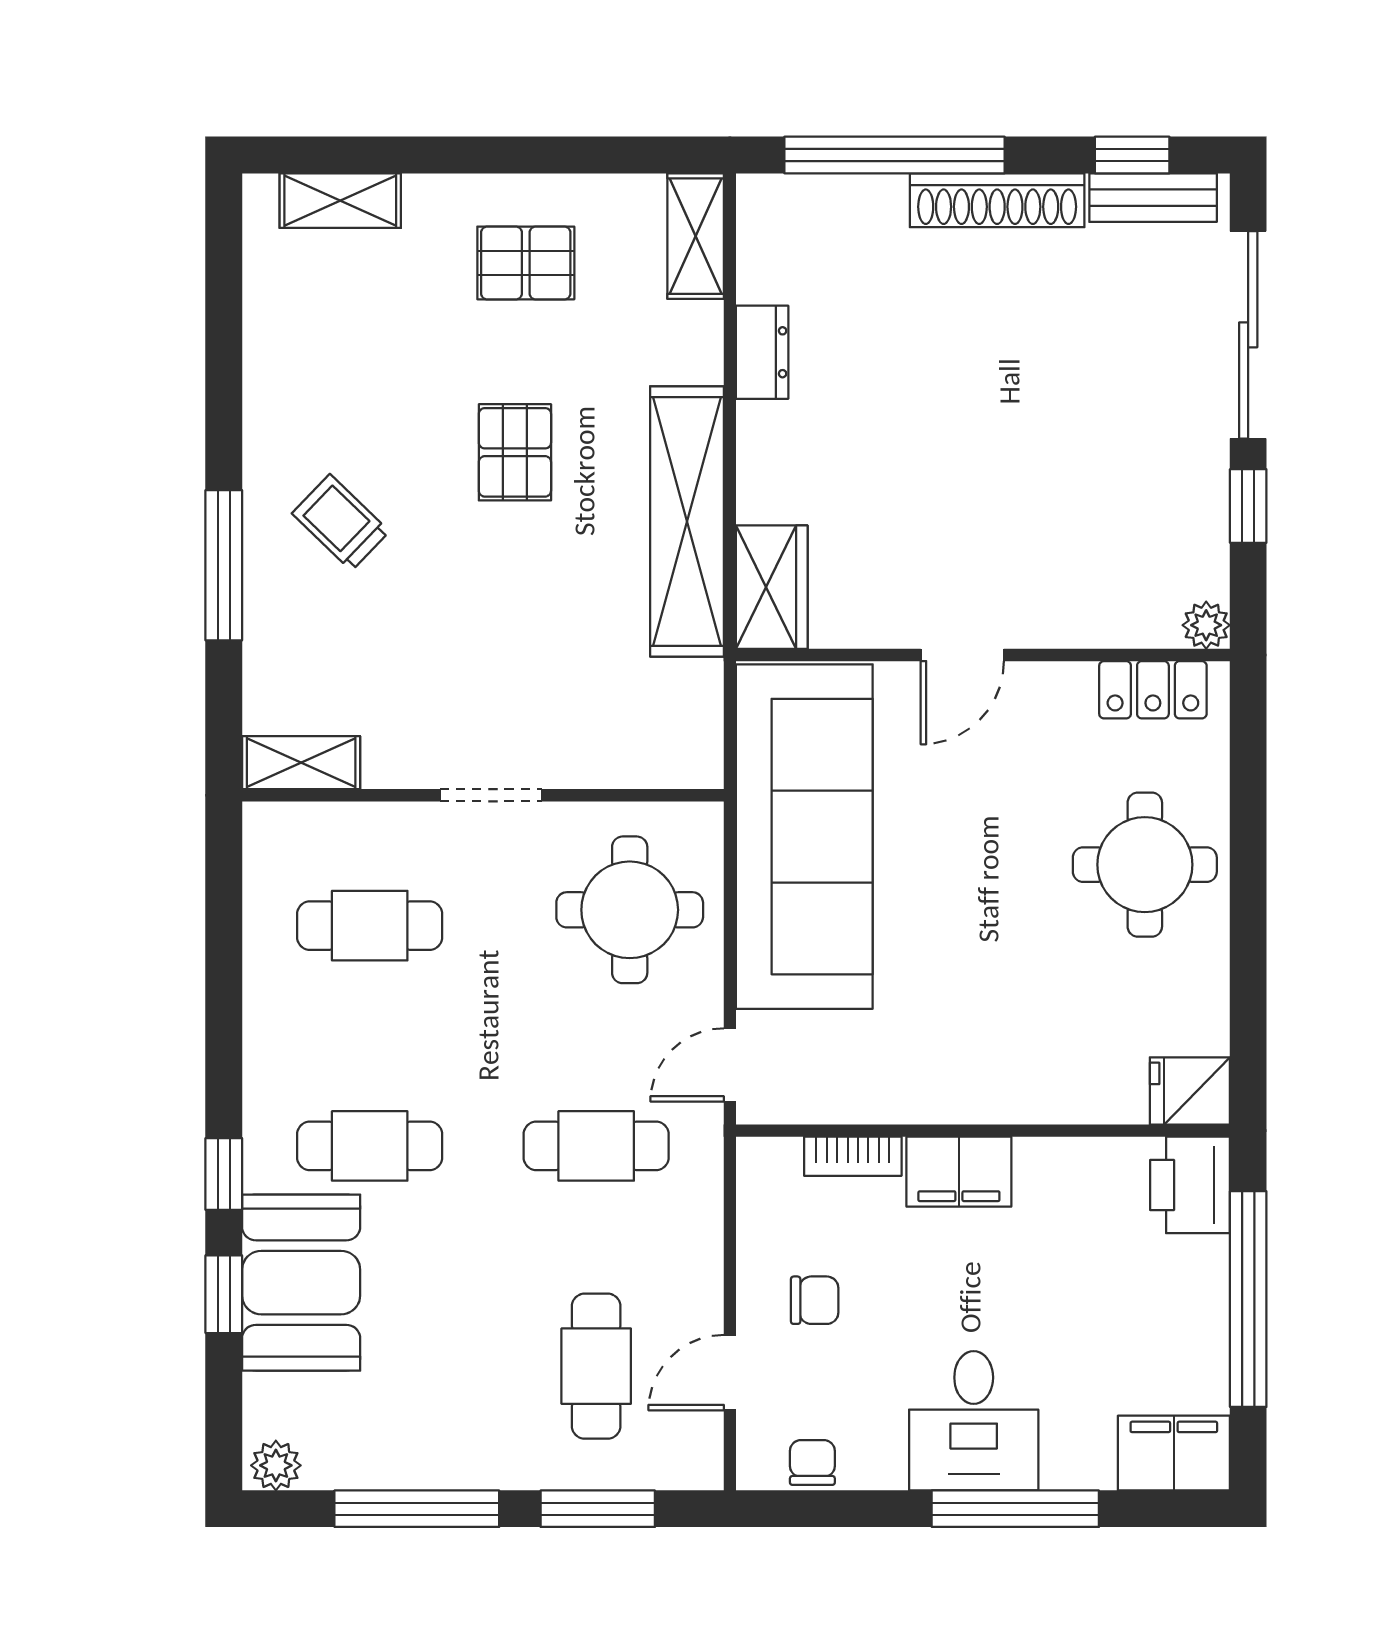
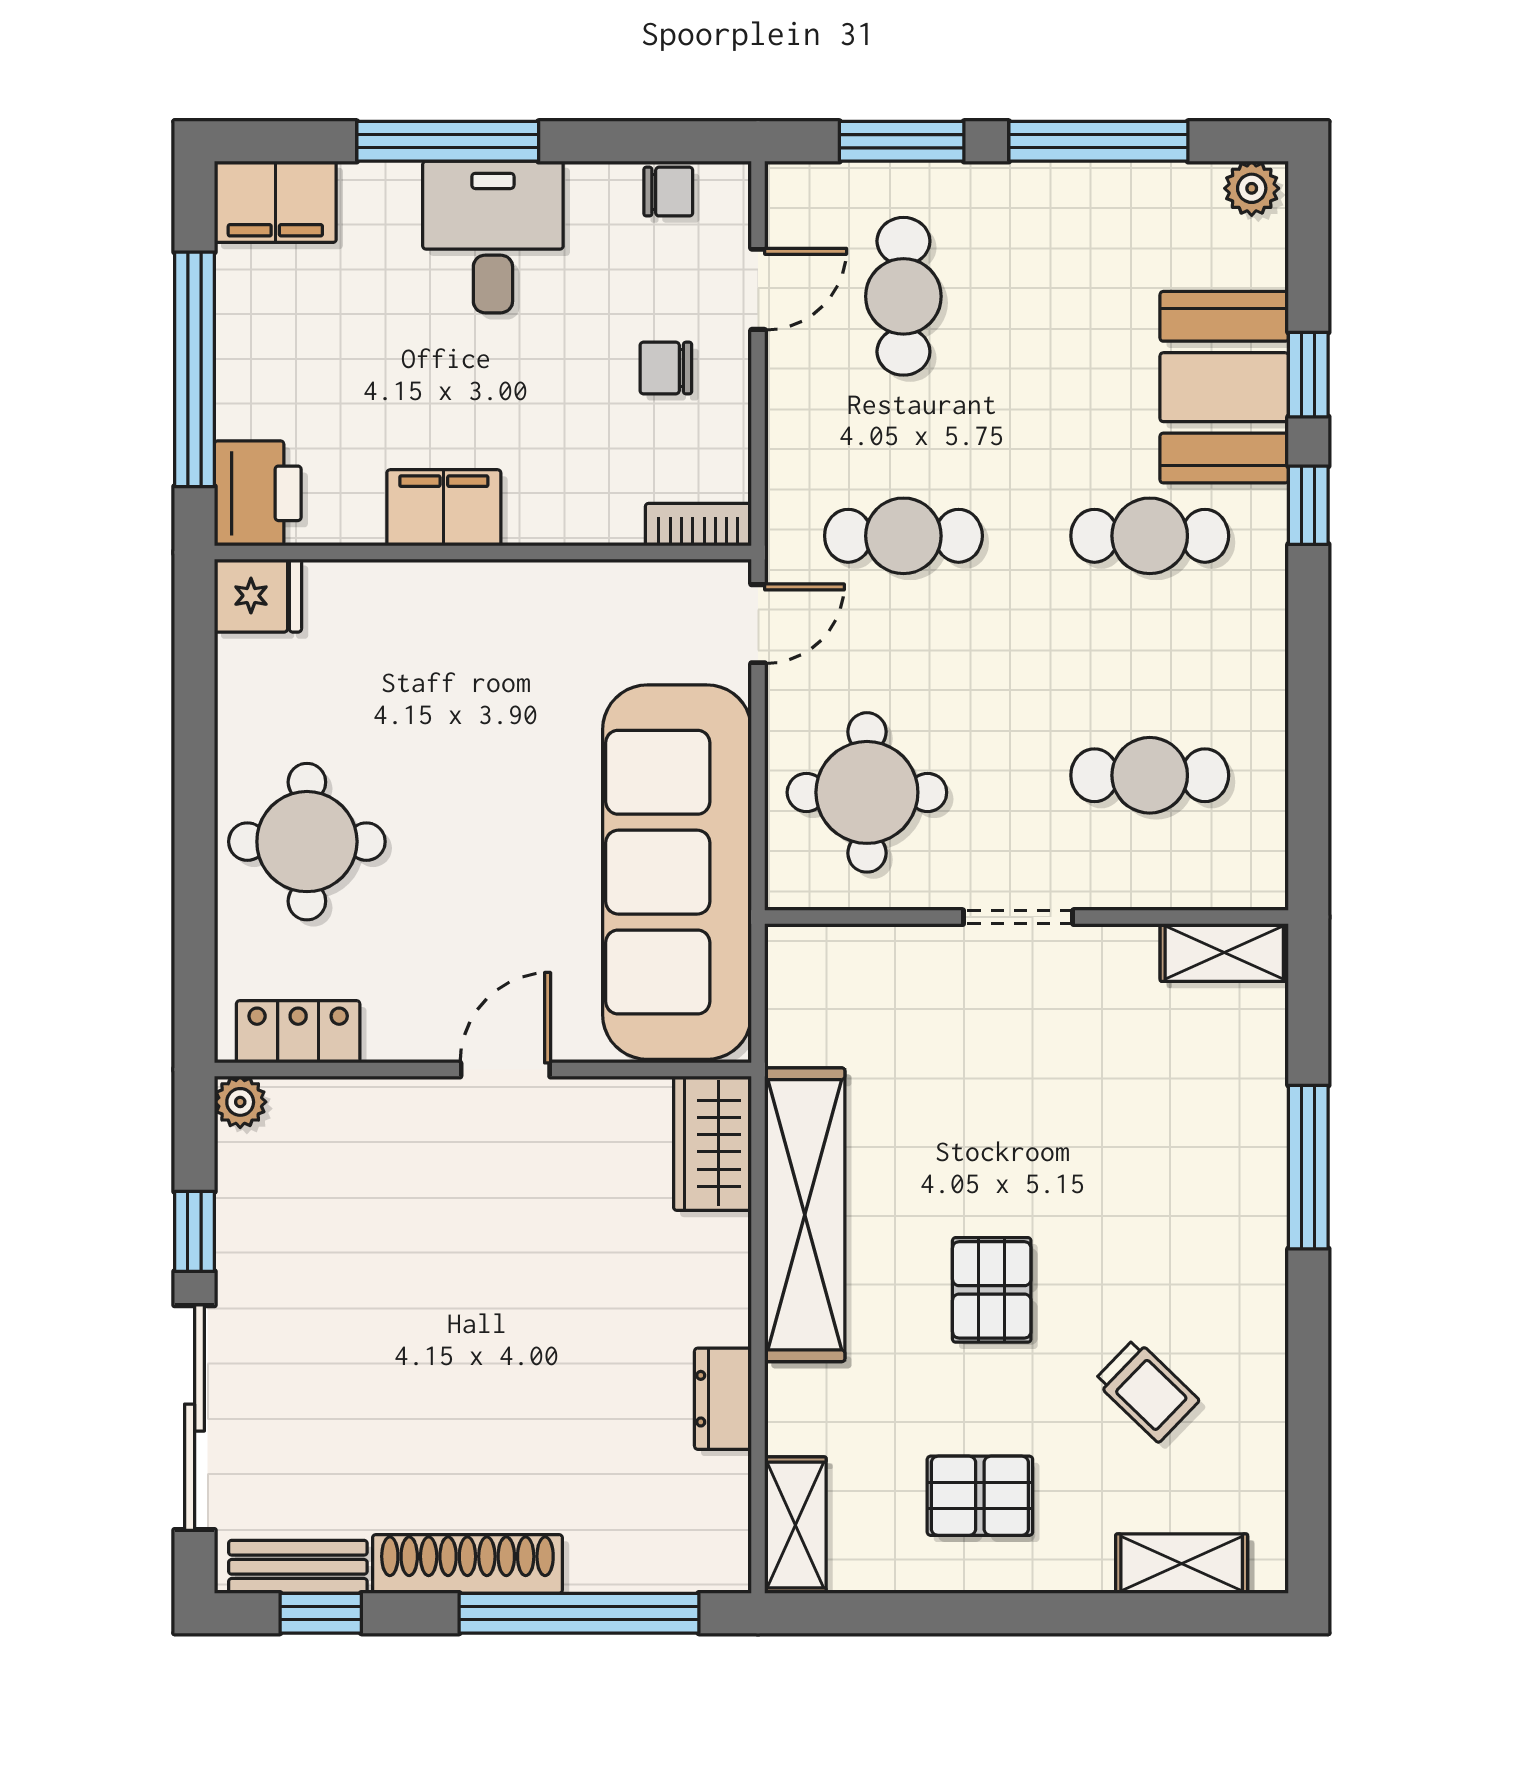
trolley: (341, 522) -> (1147, 1391), moved
bookcase: (853, 1156) -> (698, 525), moved
filing cabinet: (959, 1172) -> (444, 508), moved
chair: (812, 1462) -> (668, 192), turned -90

